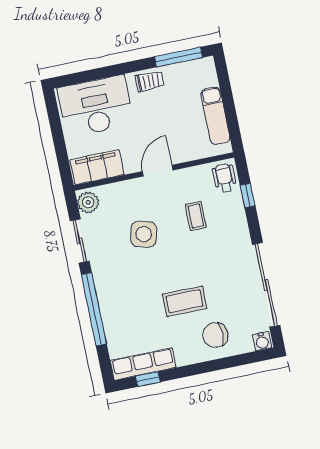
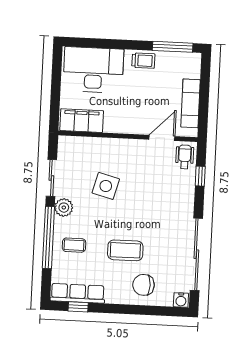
door: (158, 171) -> (162, 138), moved
plant: (88, 202) -> (64, 208), moved
coffee table: (196, 216) -> (74, 245), moved, turned 90

